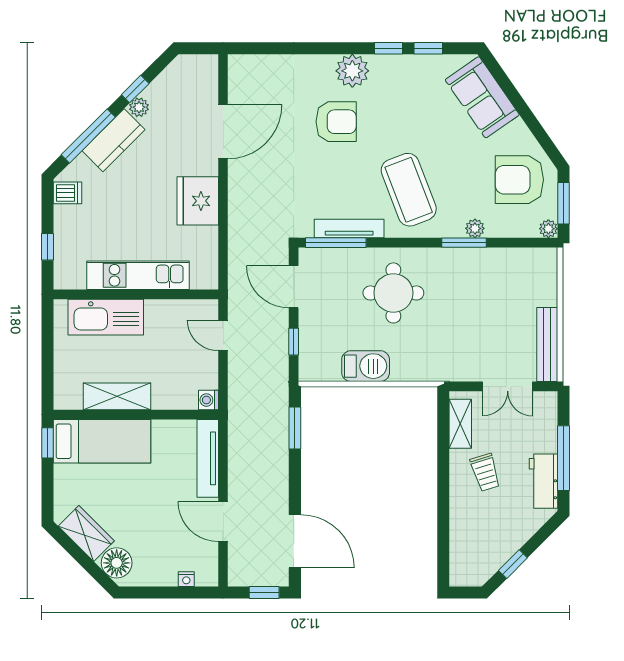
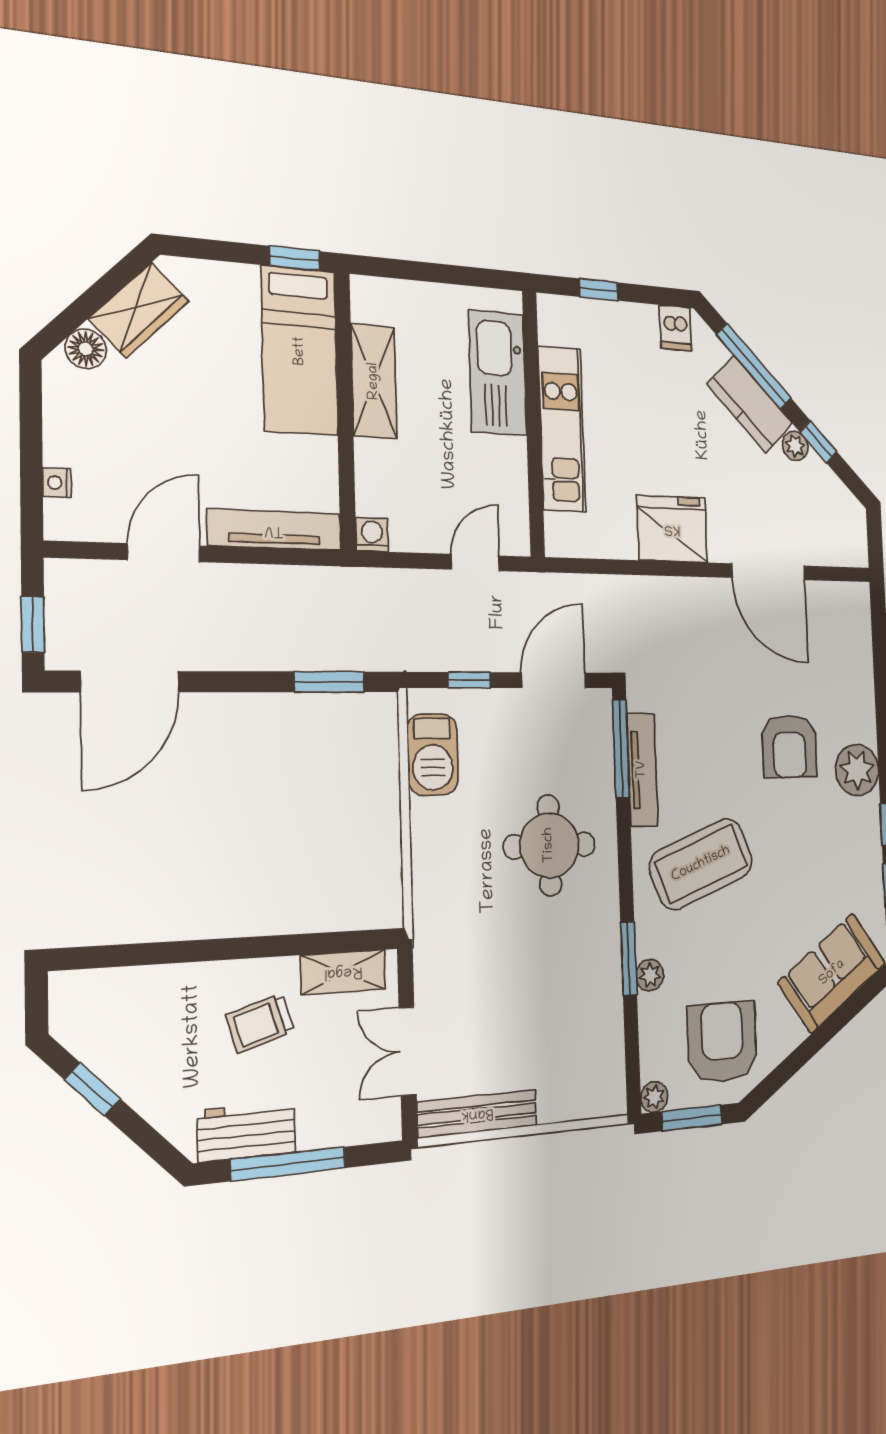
barbecue: (366, 366) -> (433, 754), moved
floor lamp: (117, 563) -> (86, 349), width x0.73, depth x0.73

